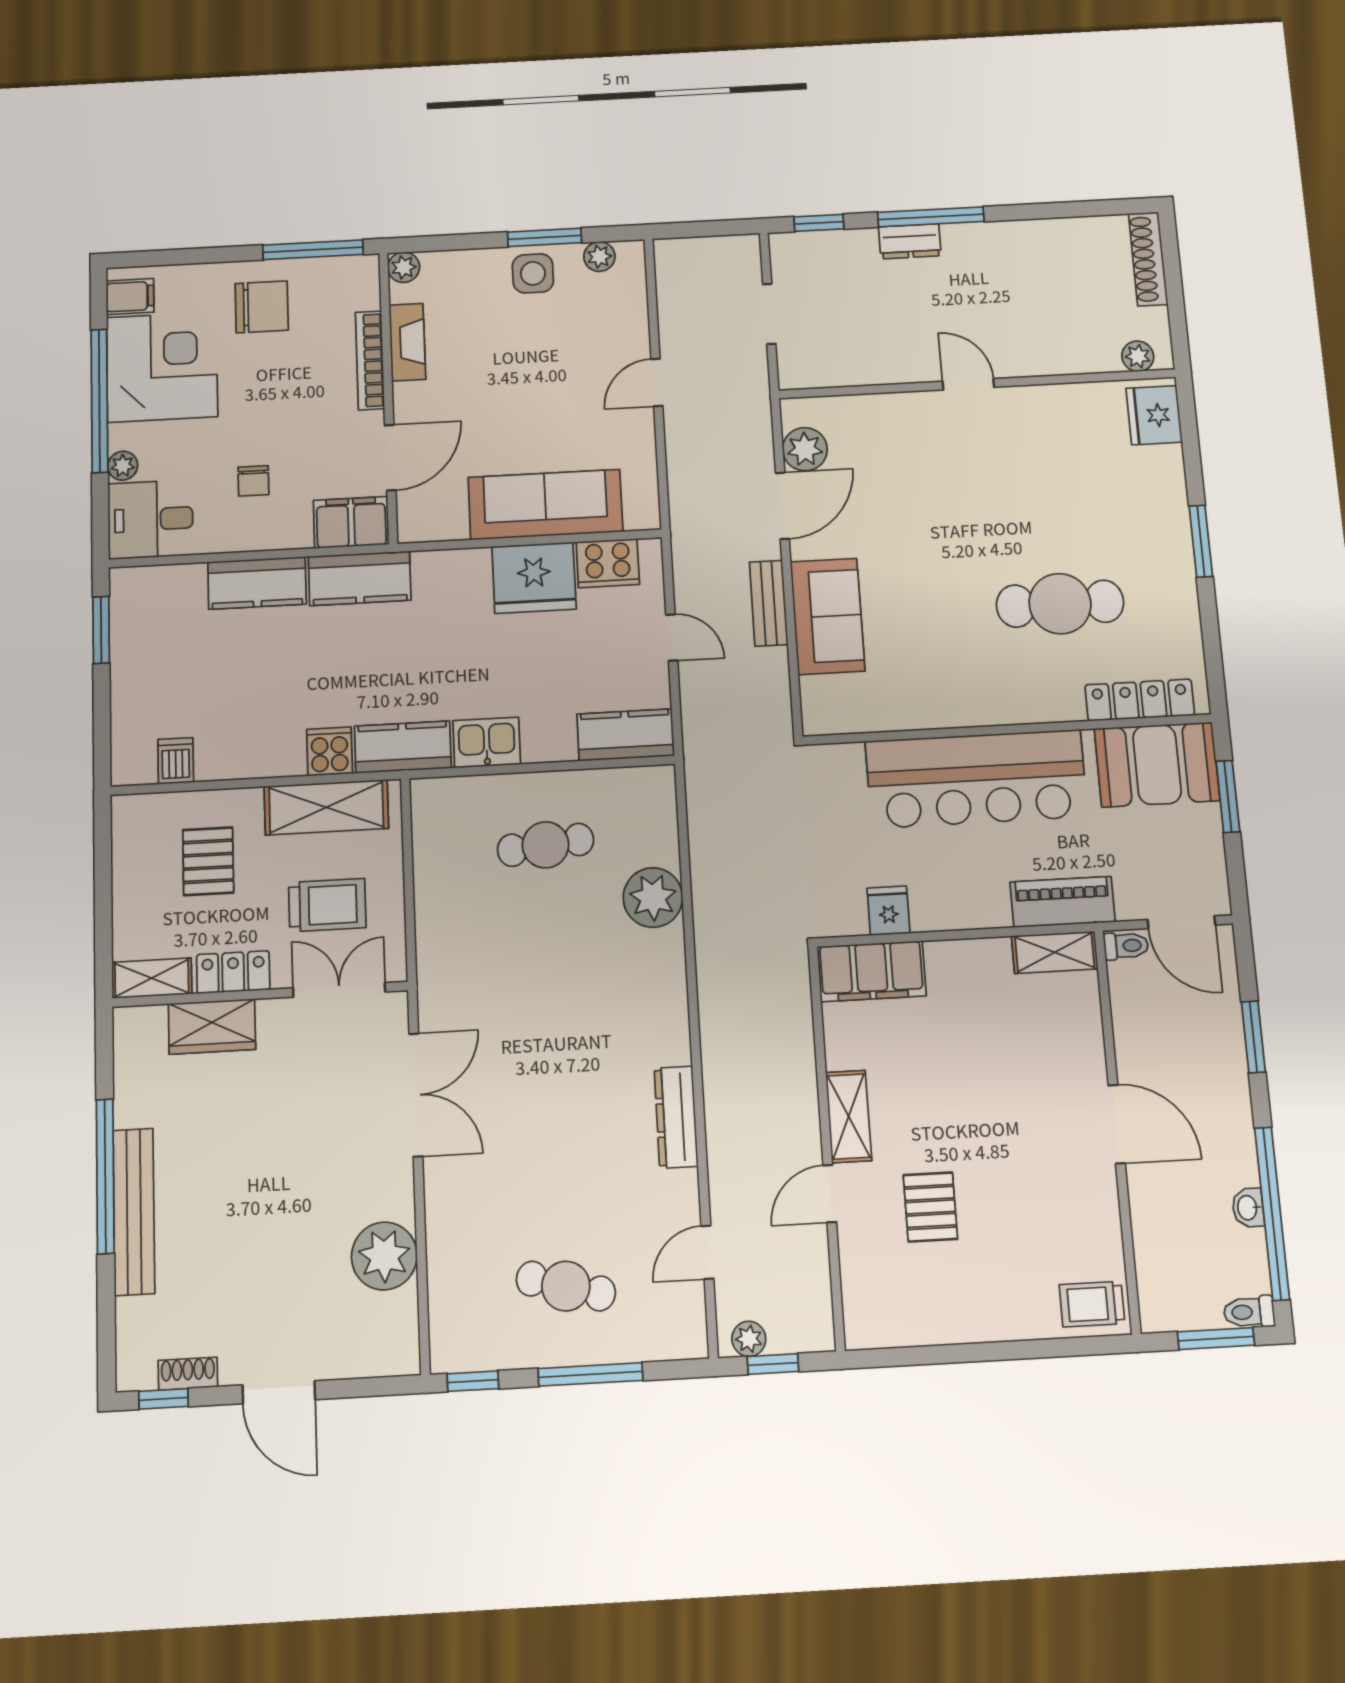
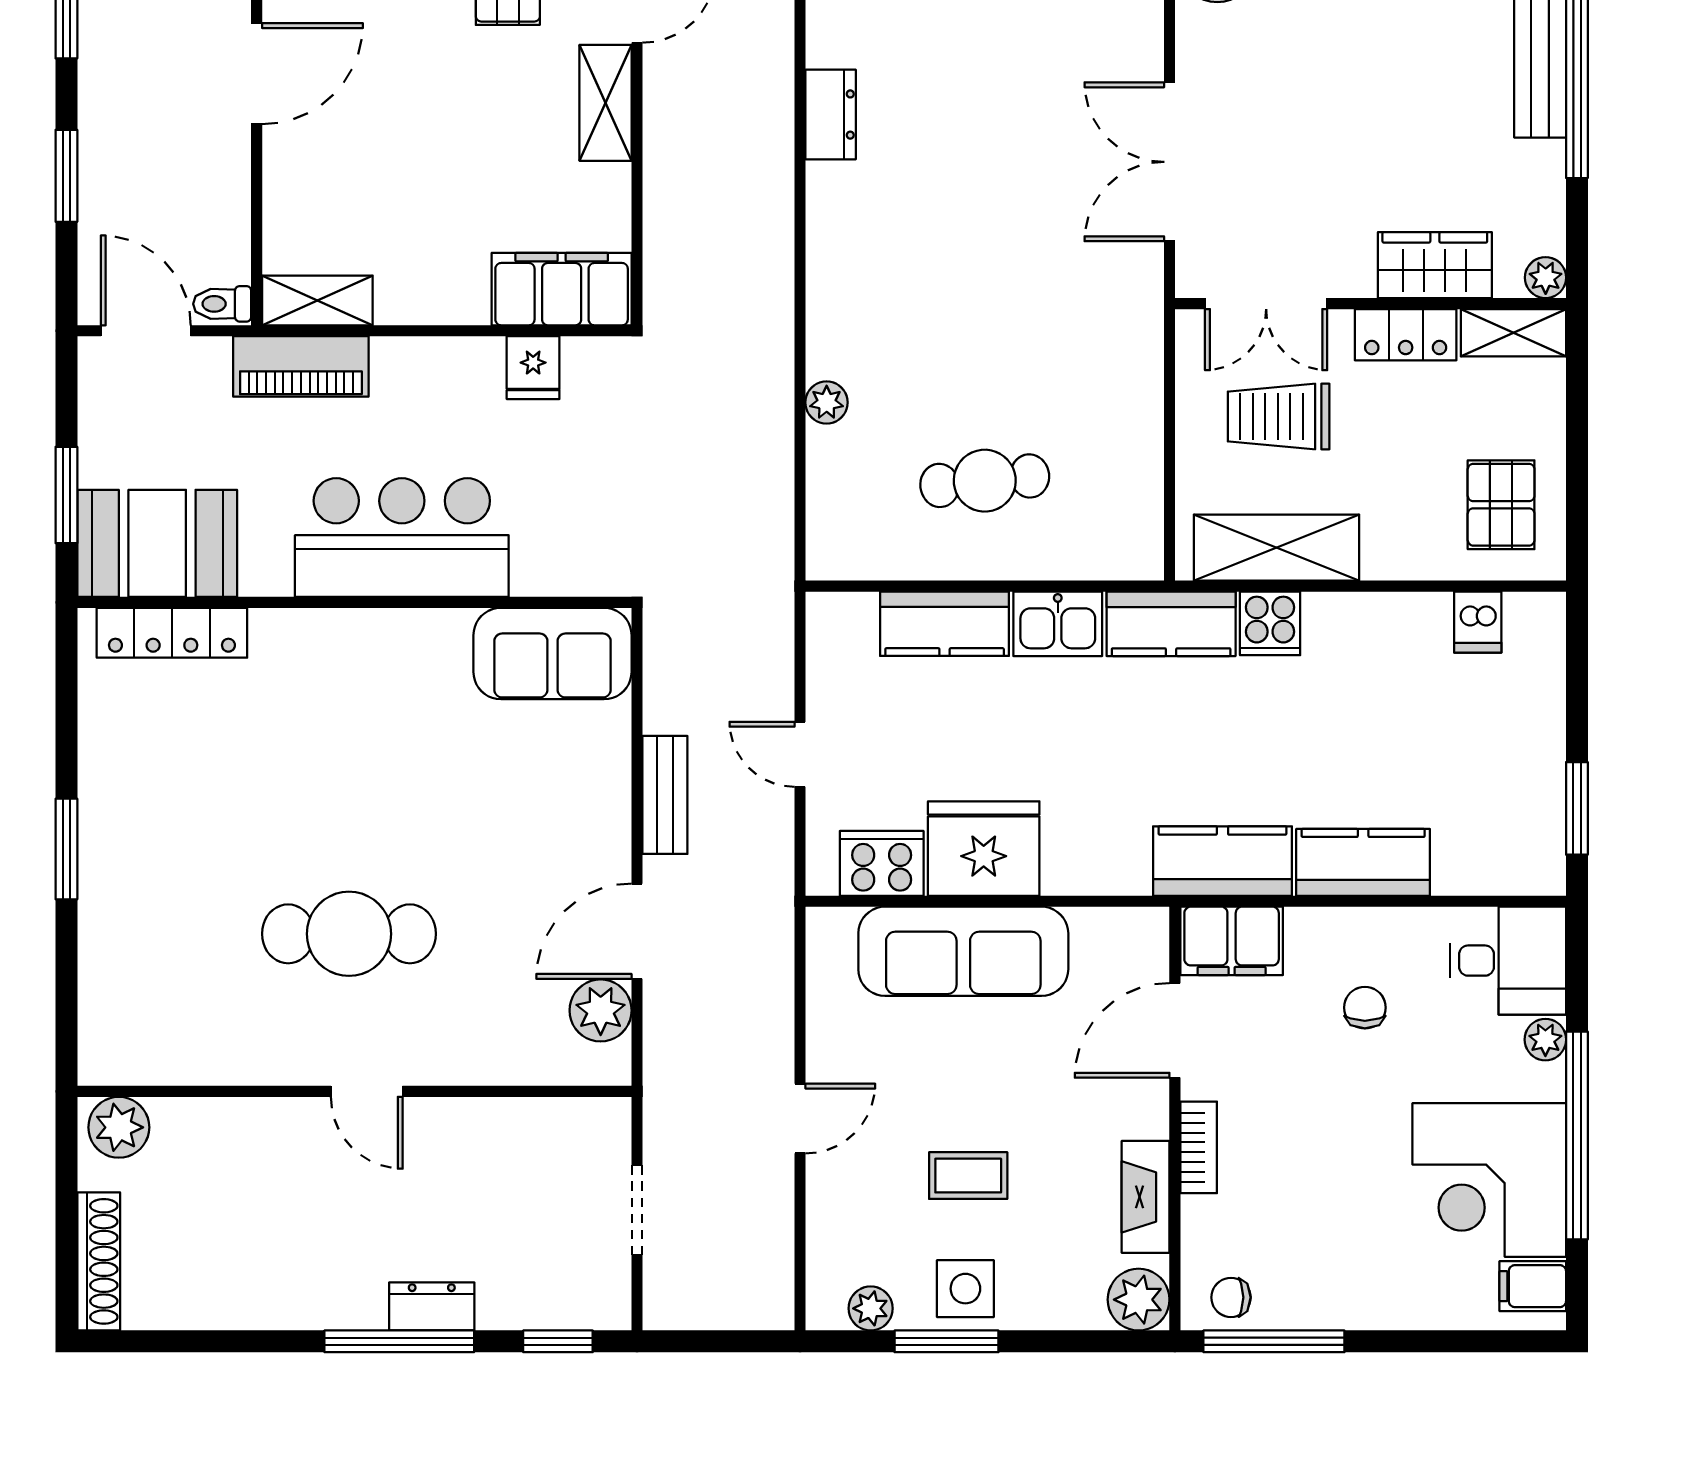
plant: (404, 267) -> (1139, 1300), width x1.38, depth x1.38
chair: (262, 307) -> (1231, 1297), moved, width x0.54, depth x0.54
coffee table: (535, 350) -> (968, 1176), added
plant: (1138, 356) -> (119, 1127), width x1.38, depth x1.38
bookcase: (370, 360) -> (1199, 1147), width x0.64
fridge: (1154, 415) -> (113, 1032), removed
cafe table: (1060, 604) -> (349, 934), moved
sofa: (828, 616) -> (553, 654), moved, turned -90
kitchen counter: (626, 735) -> (945, 624), moved
bar counter: (976, 779) -> (402, 538), width x0.73
pallet: (208, 861) -> (1501, 505), moved
plant: (653, 898) -> (827, 402), width x0.53, depth x0.53
plant: (128, 1022) -> (1546, 278), added
dresser: (676, 1117) -> (831, 115), width x0.70
door: (1117, 1124) -> (257, 74), swing flipped

